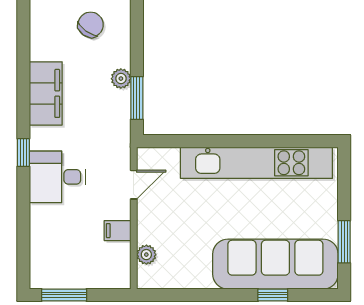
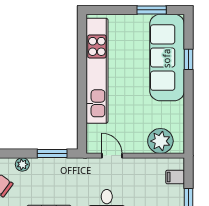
plant: (121, 79) -> (22, 164), moved
filing cabinet: (118, 231) -> (175, 177), moved, turned 90
plant: (146, 255) -> (160, 141), width x1.88, depth x1.88

